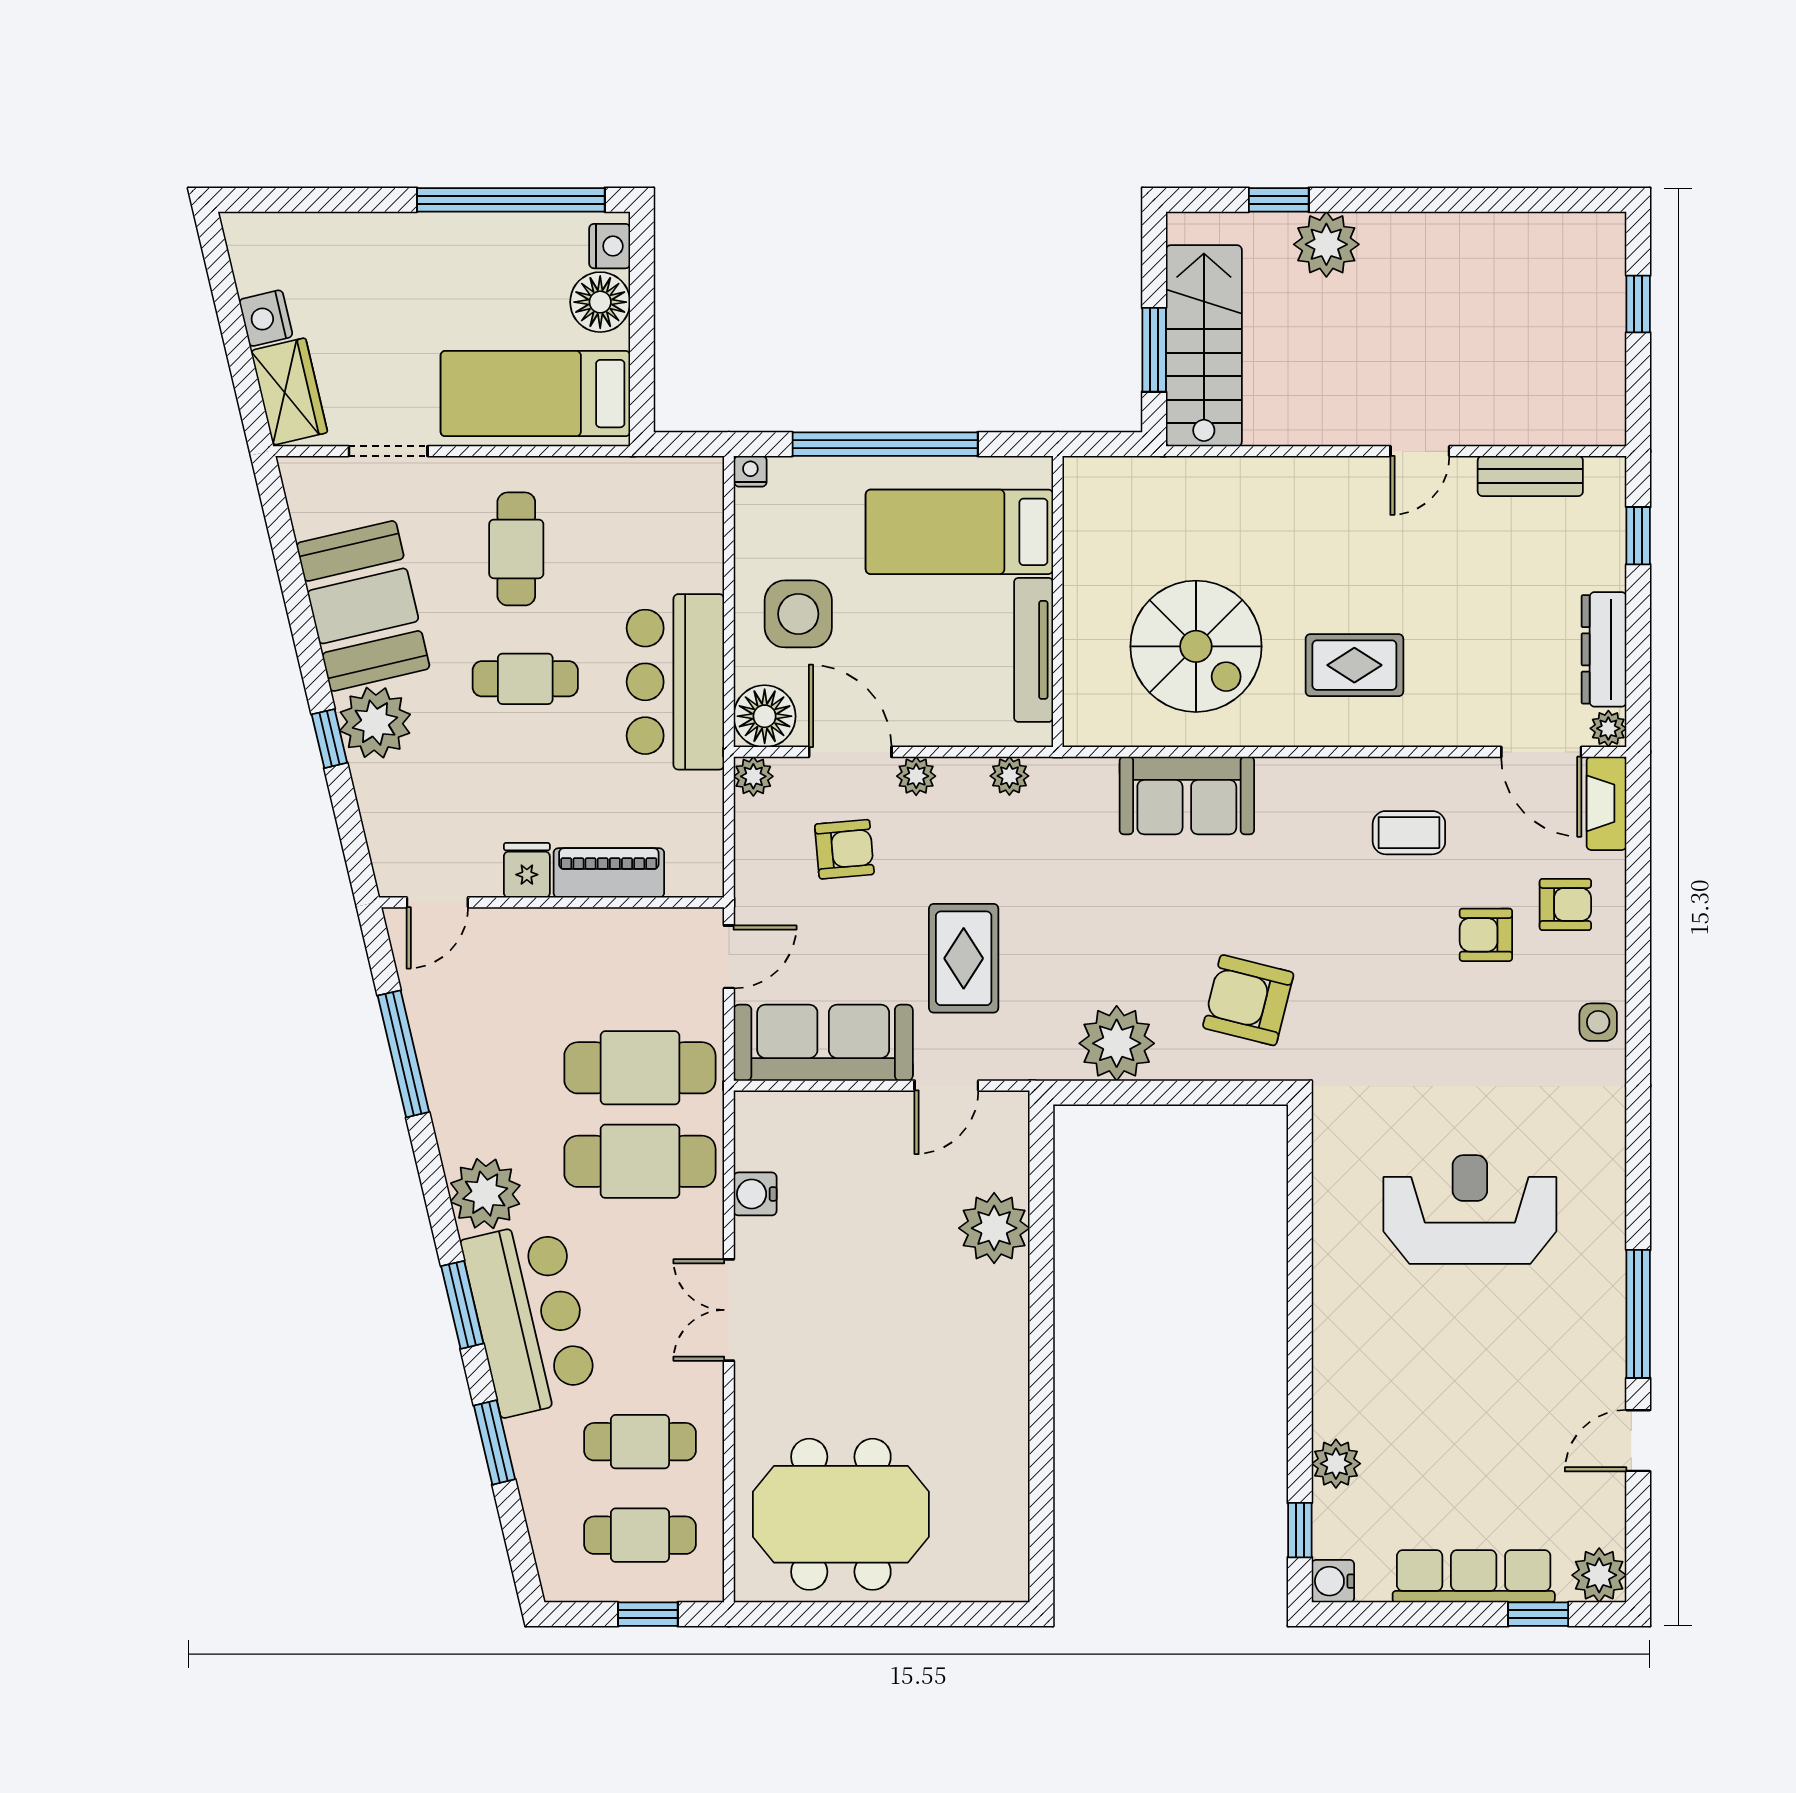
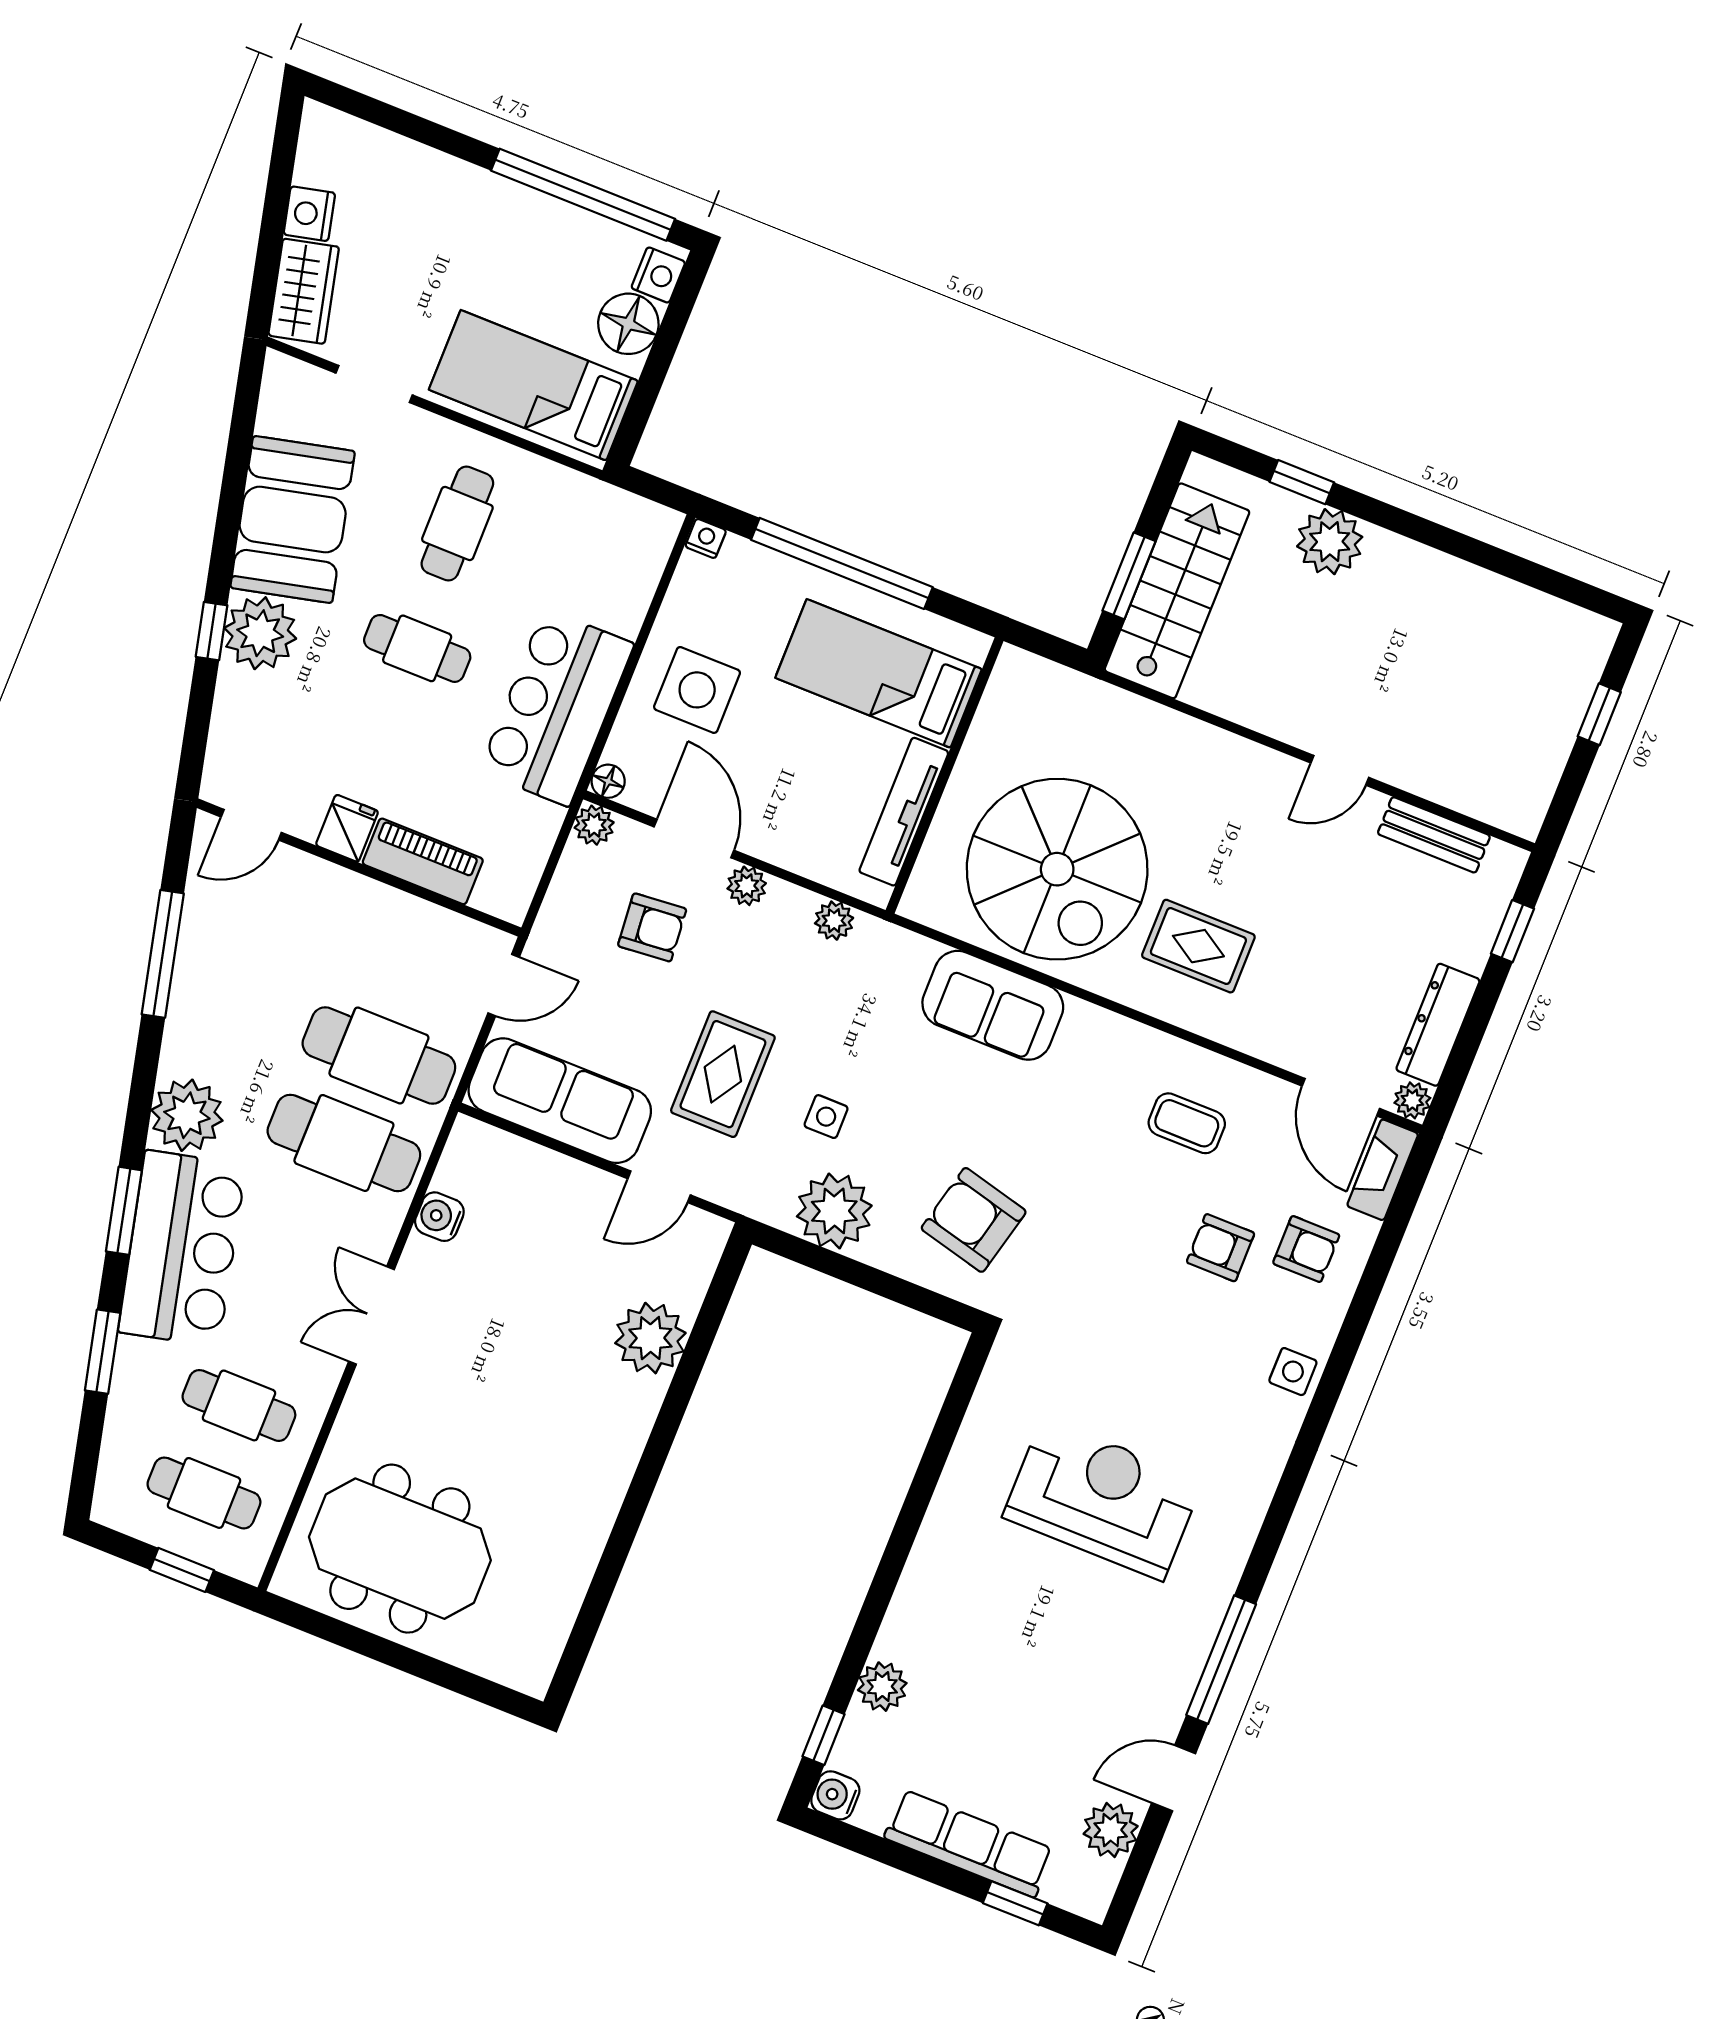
spiral stairs: (1196, 646) -> (1057, 869), width x1.37, depth x1.37
floor lamp: (765, 716) -> (608, 781), width x0.53, depth x0.53
side table: (1074, 959) -> (826, 1117), added
plant: (1599, 1575) -> (1111, 1830), moved

